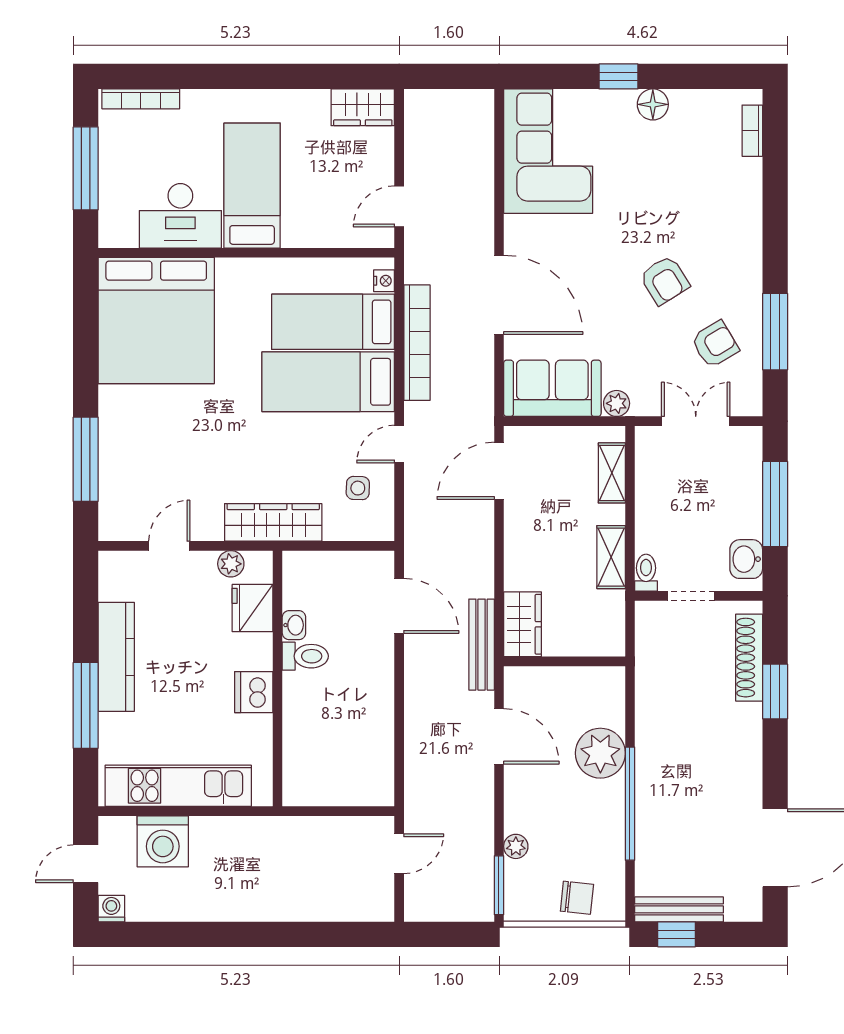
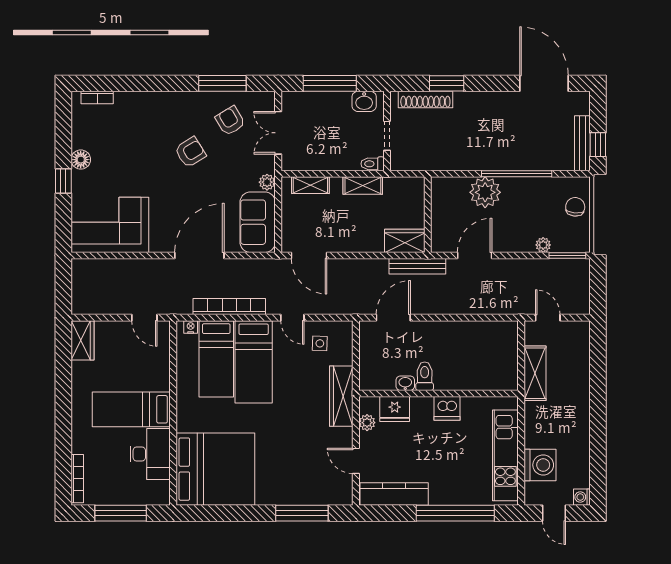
kitchen counter: (116, 657) -> (394, 494), moved
window: (86, 705) -> (455, 513), width x1.46
shelving: (310, 833) -> (535, 373), added

